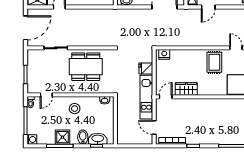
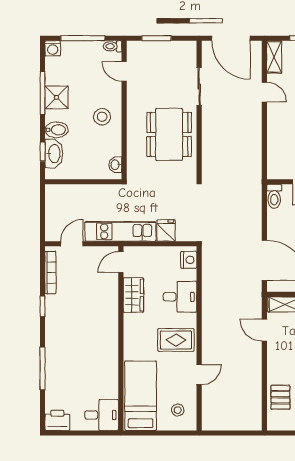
desk: (187, 60) -> (180, 297), added
door: (166, 97) -> (121, 262), swing flipped

